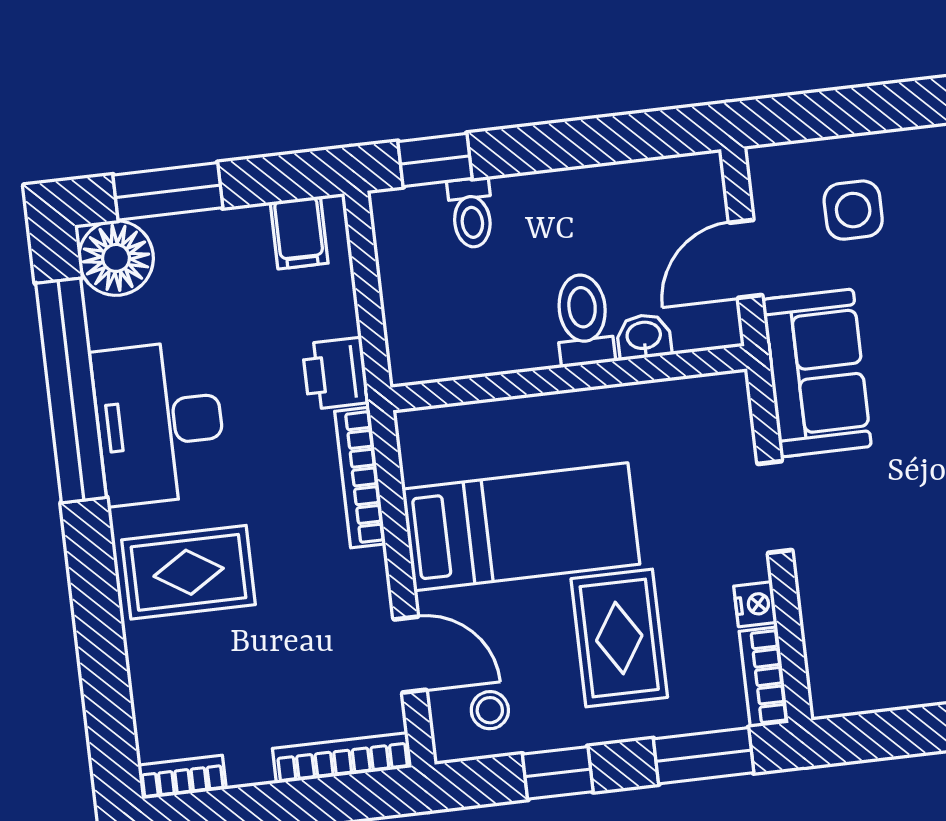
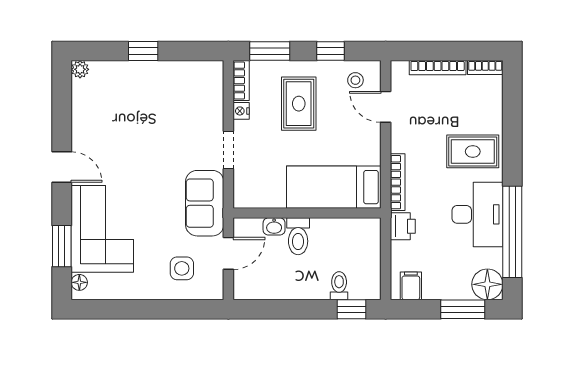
bed: (521, 527) -> (334, 187), moved
bookcase: (342, 758) -> (438, 68), moved

